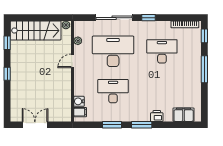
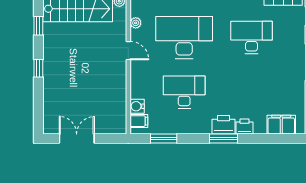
door: (72, 61) -> (128, 51), swing flipped
printer: (142, 115) -> (224, 125), added
window: (112, 125) -> (164, 138), moved

